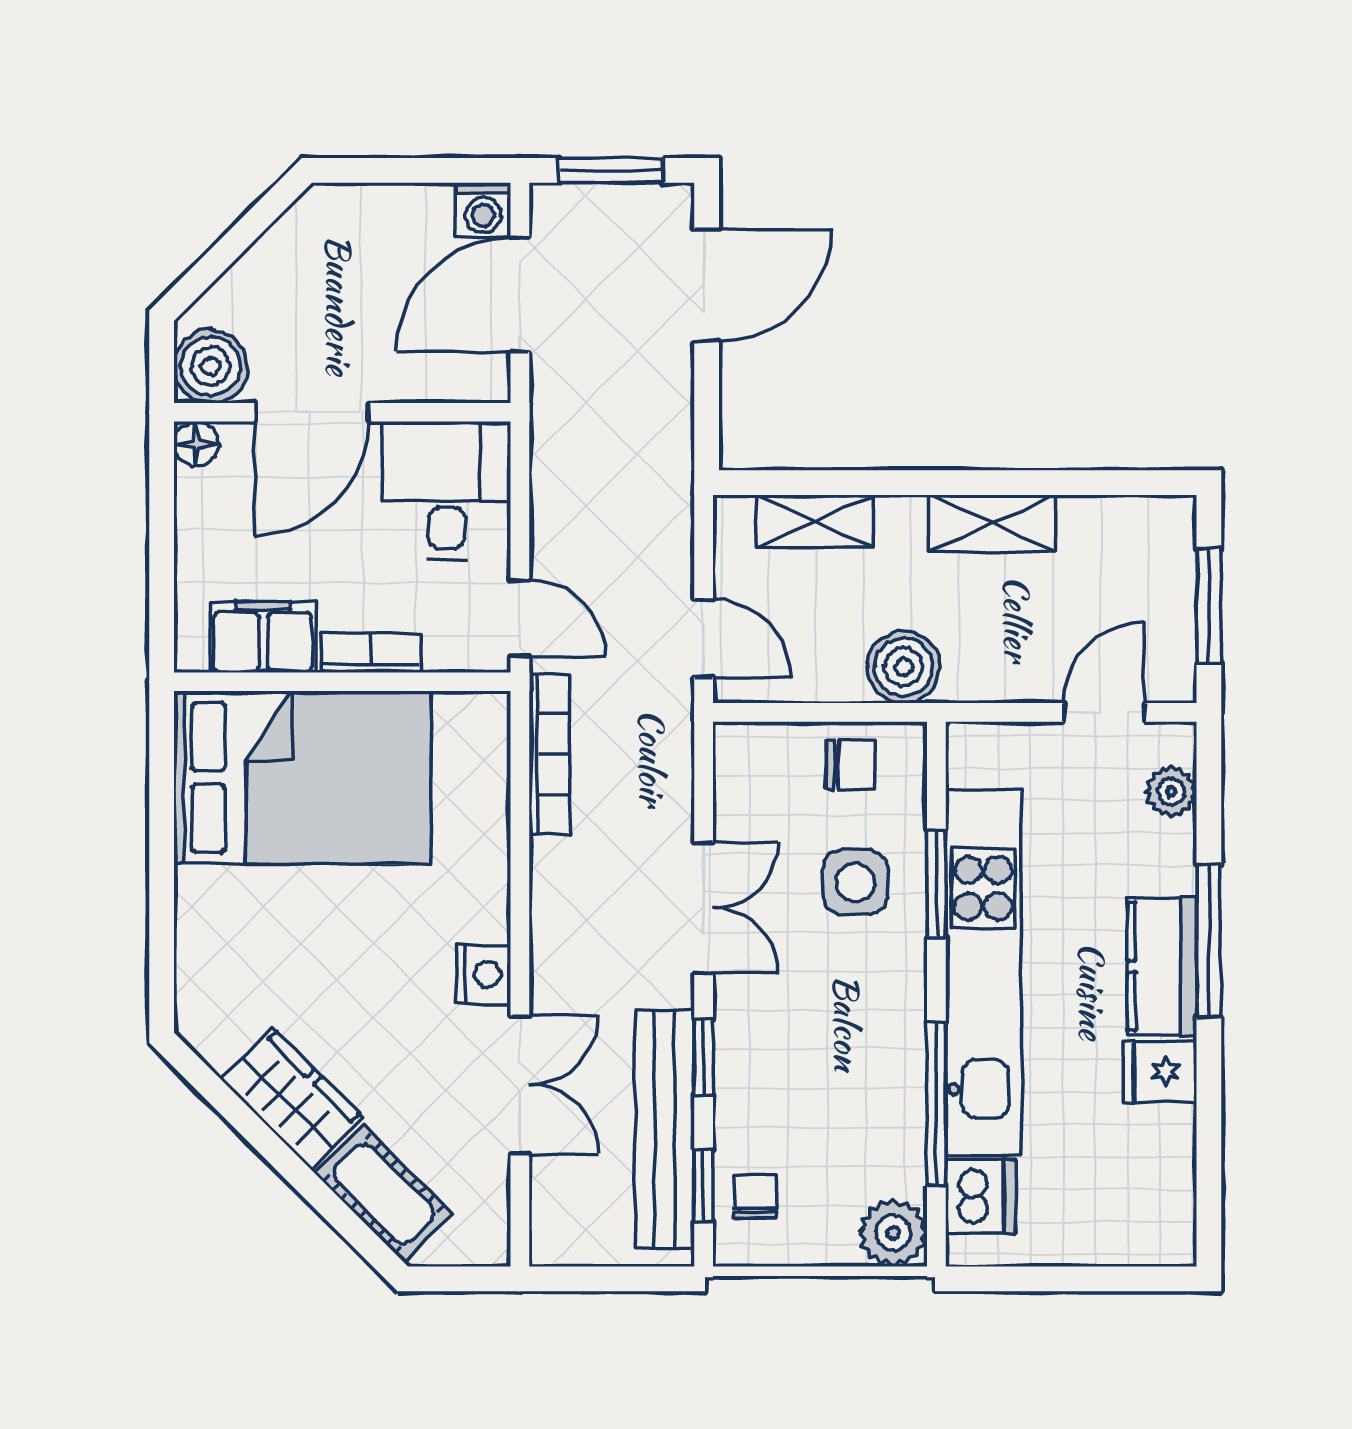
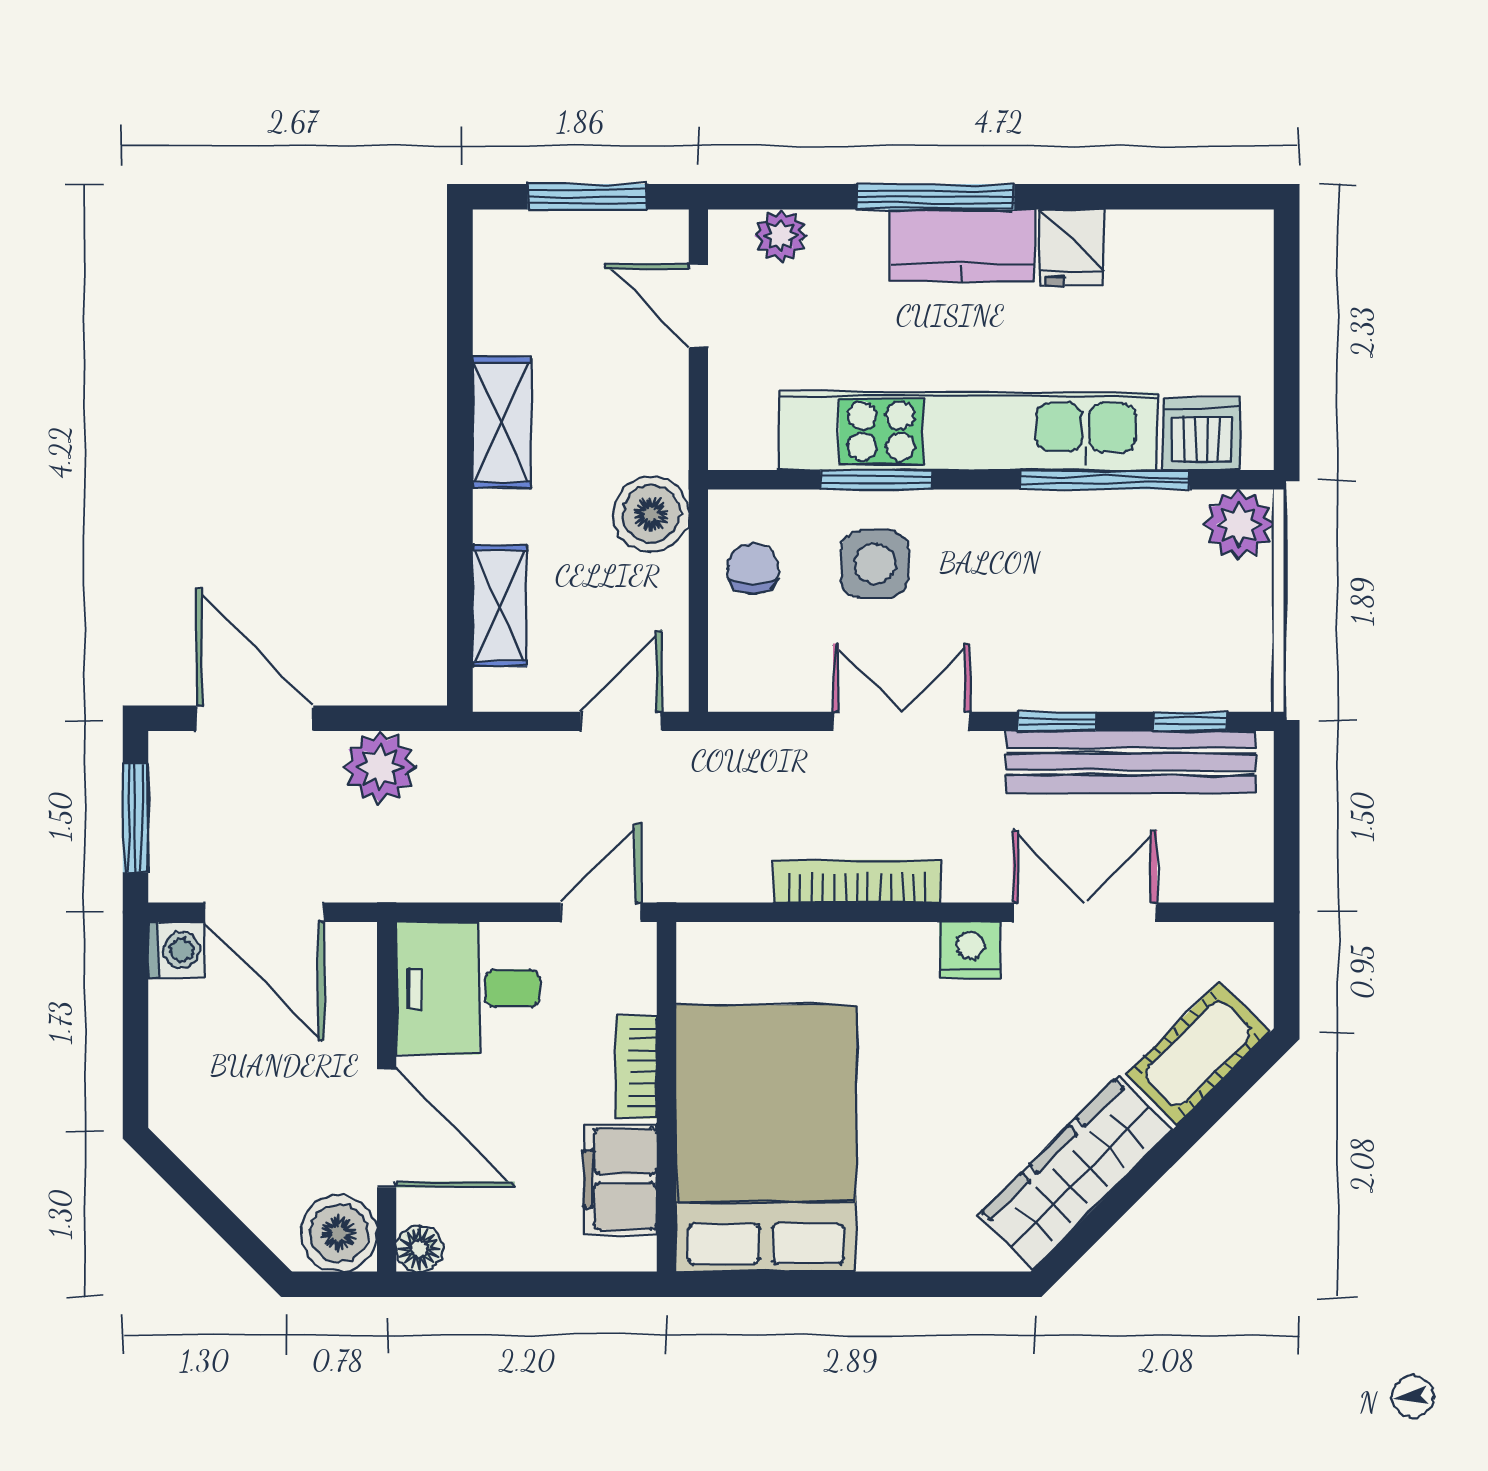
plant: (660, 406) -> (380, 767), added
bookcase: (550, 754) -> (857, 881), moved
wardrobe: (292, 1098) -> (1076, 1172), width x1.50
chair: (755, 1197) -> (1202, 668), removed

